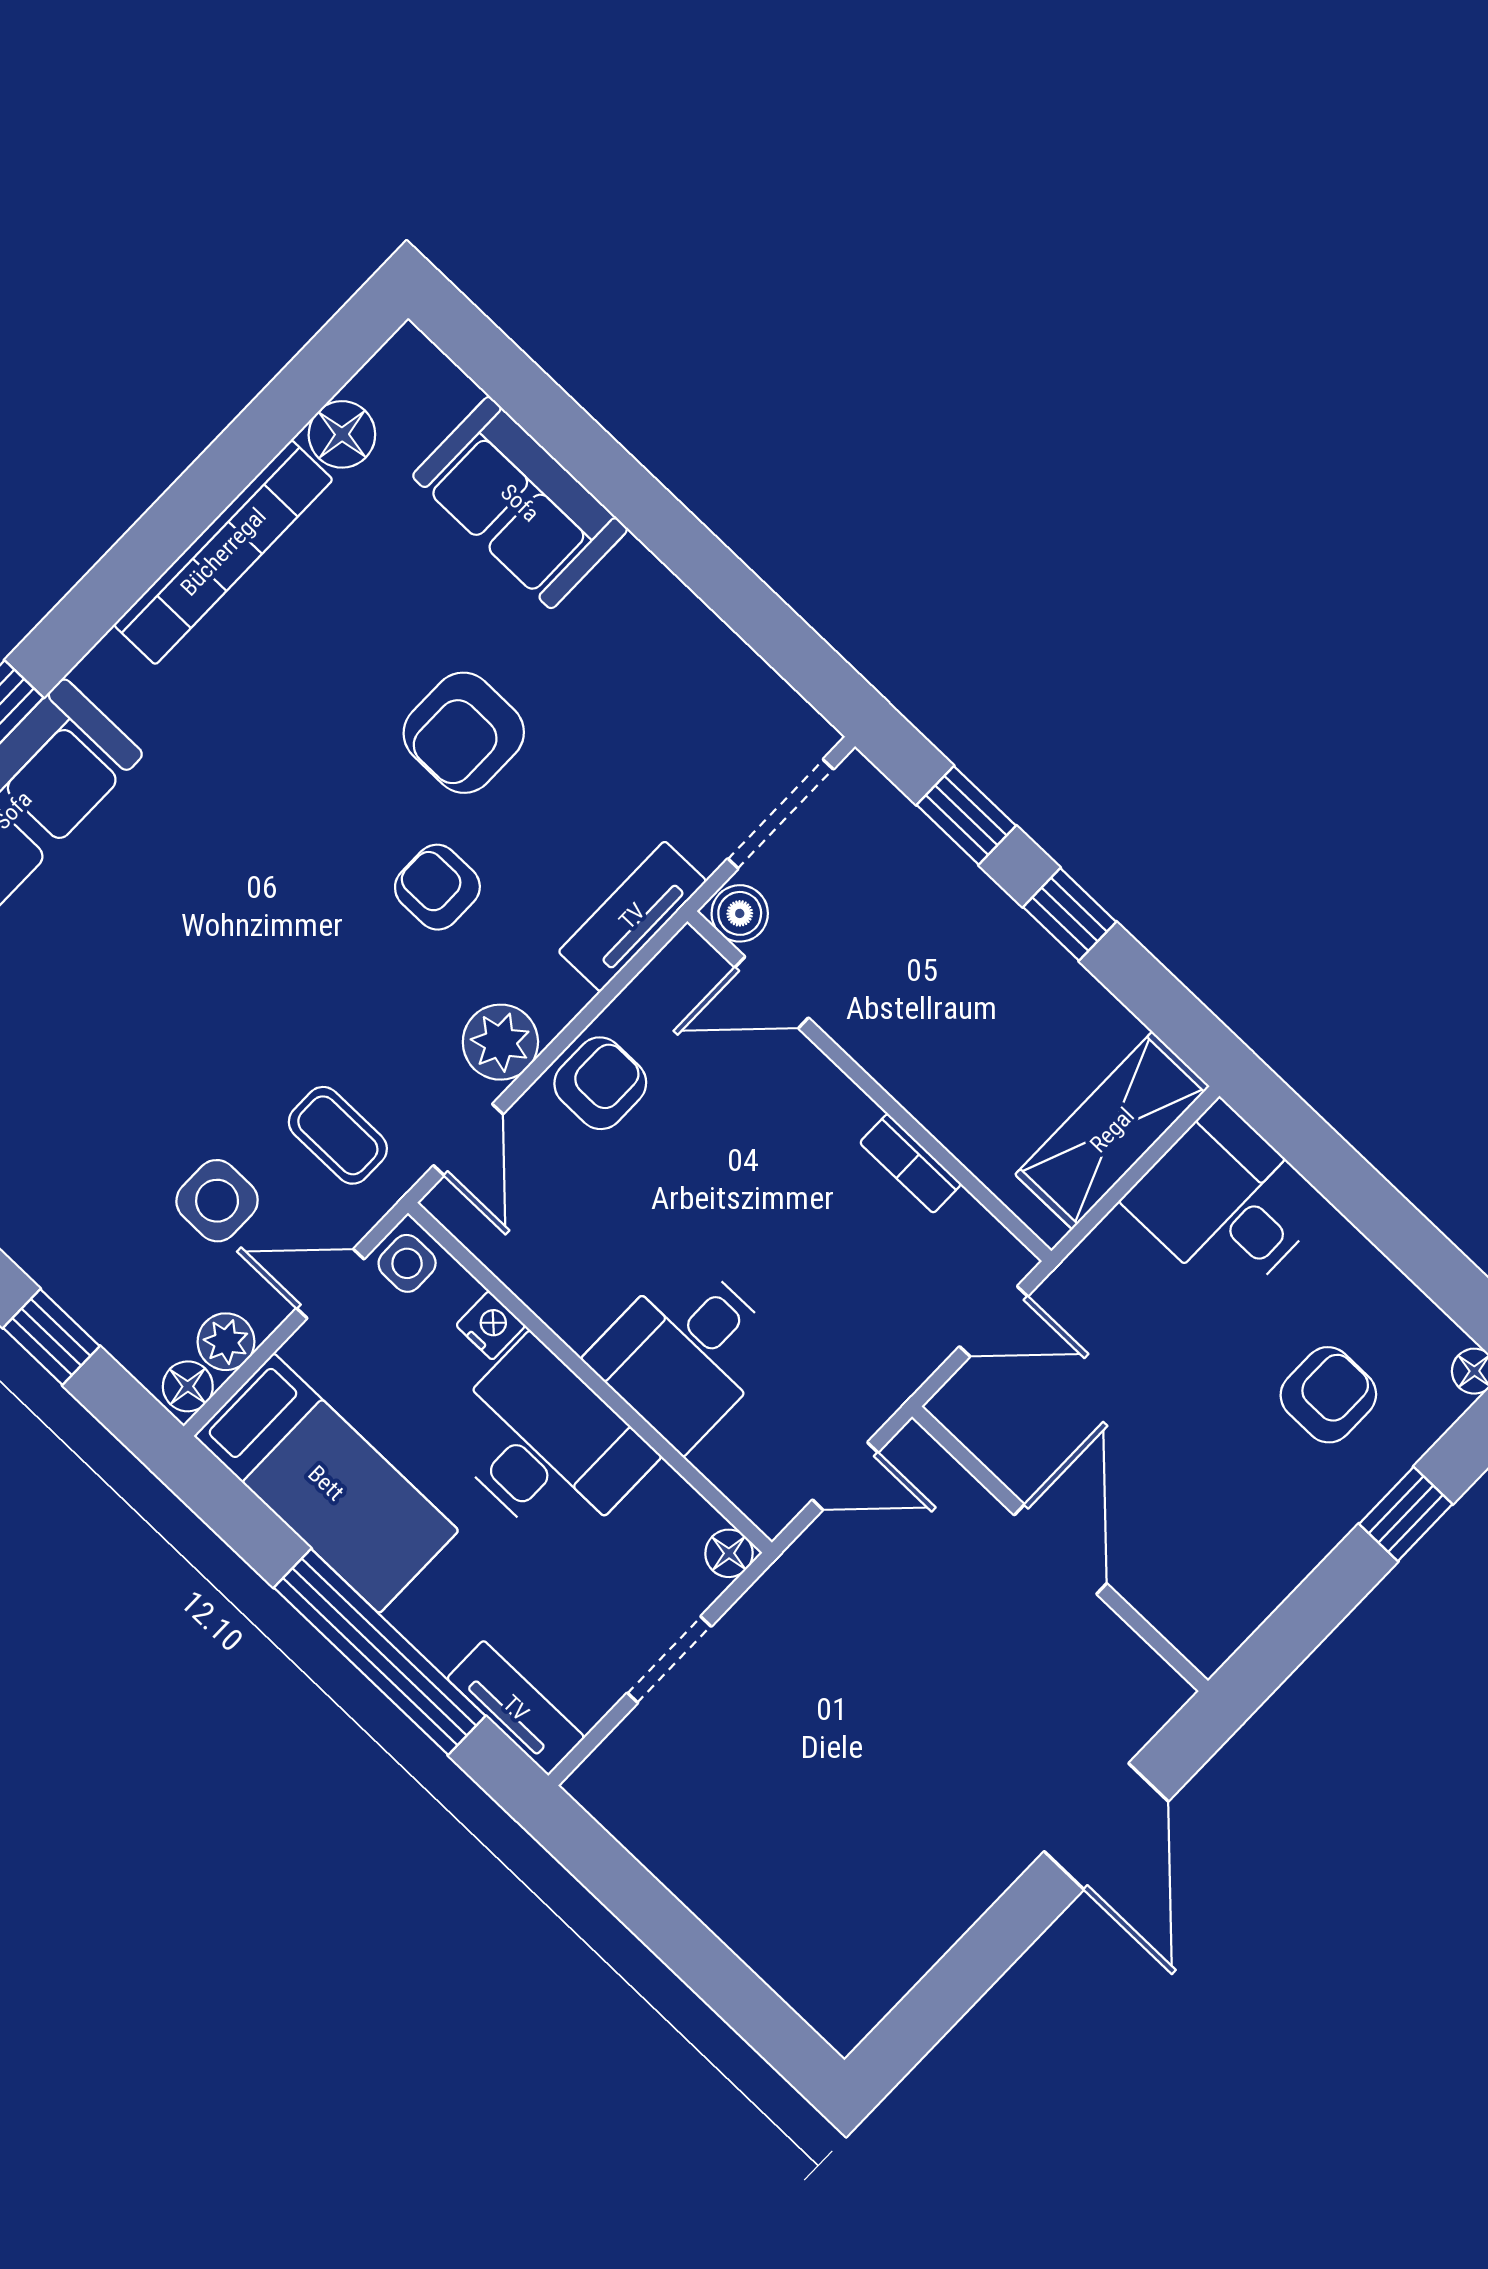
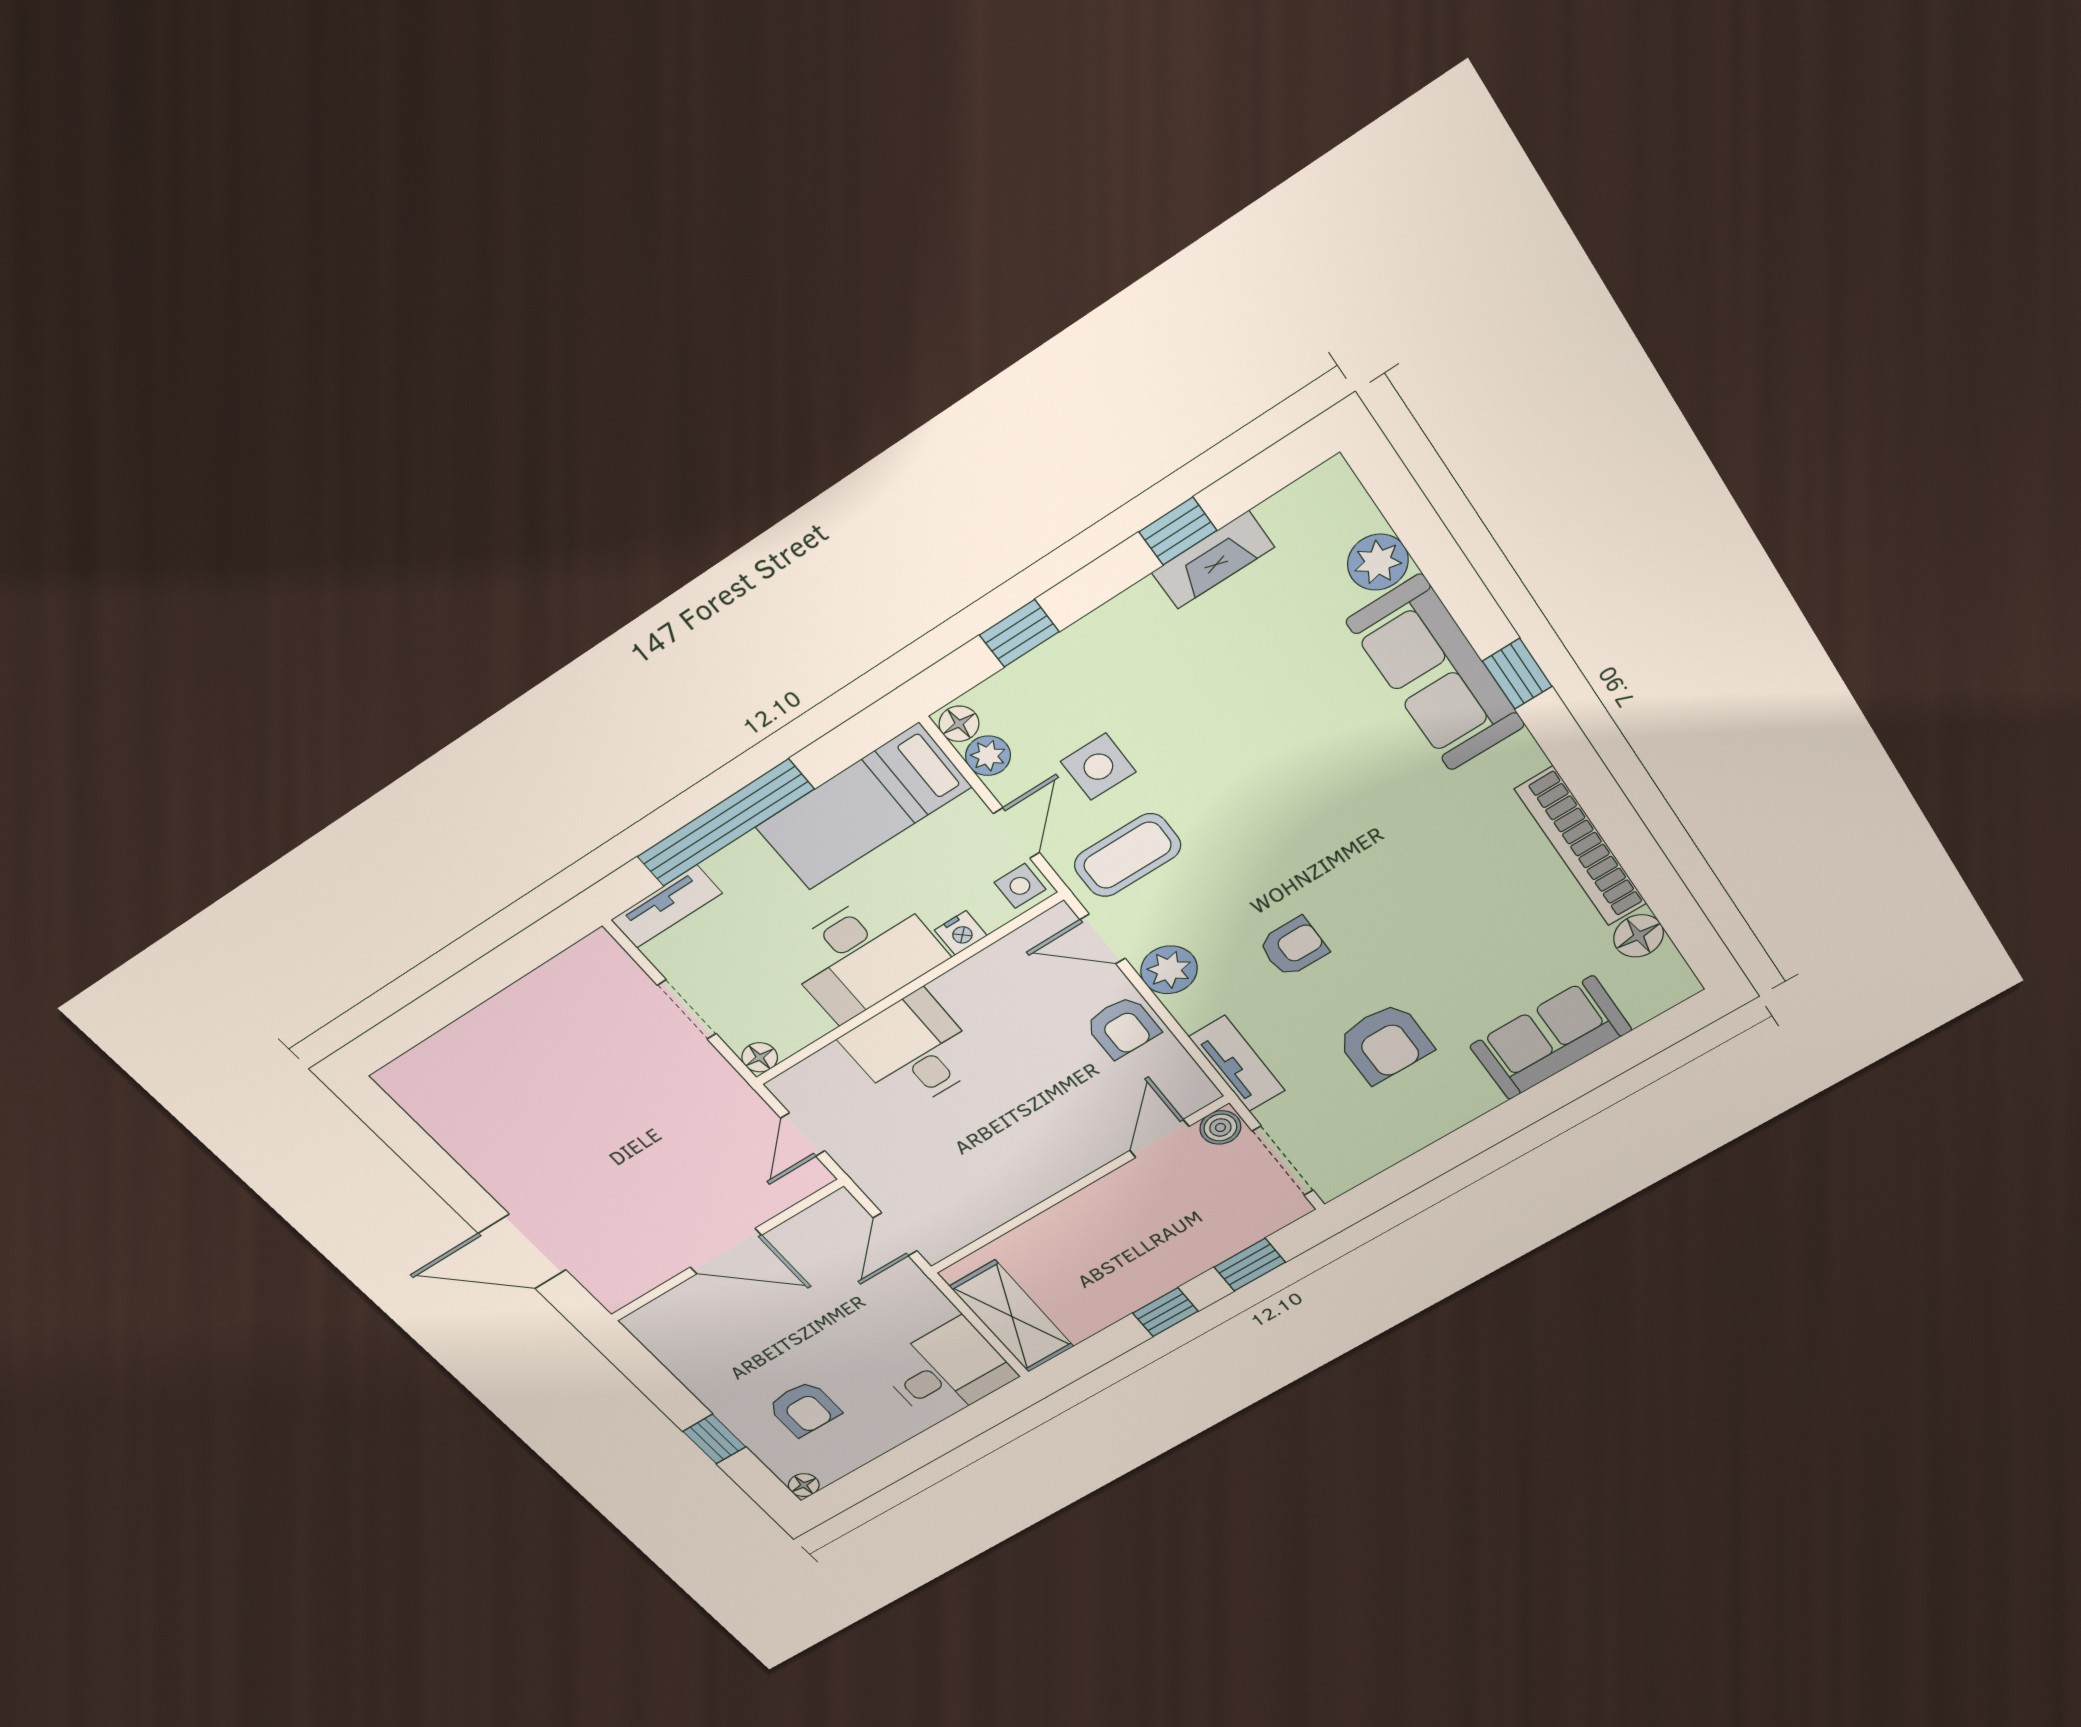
armchair: (464, 733) -> (1385, 1043), moved, turned 180
coffee table: (338, 1135) -> (1128, 855), width x1.36, depth x1.30
bookcase: (910, 1163) -> (1018, 1202), removed

